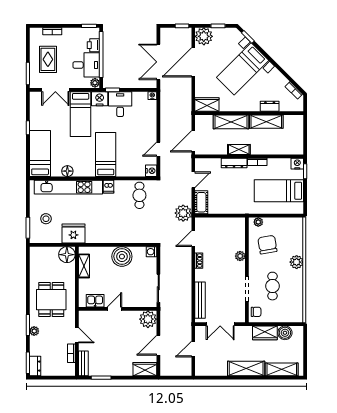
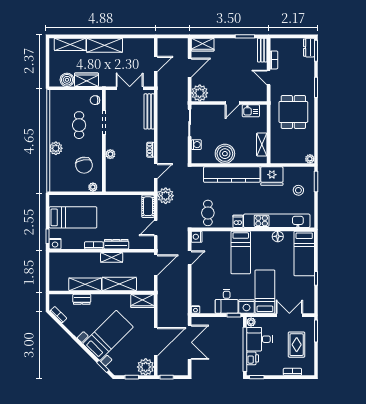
kitchen counter: (115, 235) -> (232, 175), added
washing machine: (151, 252) -> (196, 145), moved
floor lamp: (67, 255) -> (278, 155), removed
plant: (34, 331) -> (310, 159), moved

